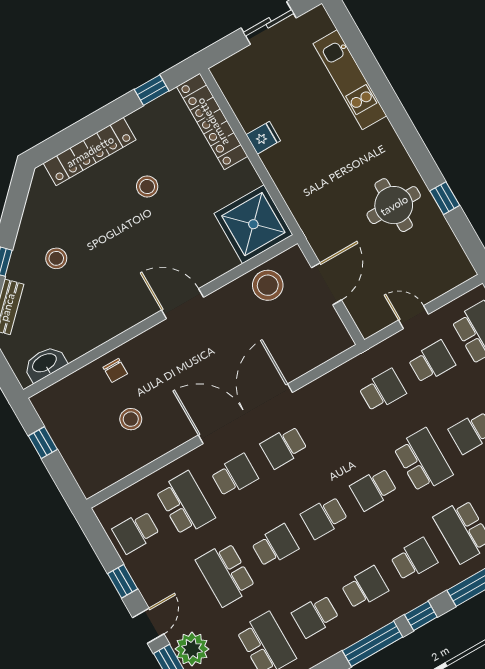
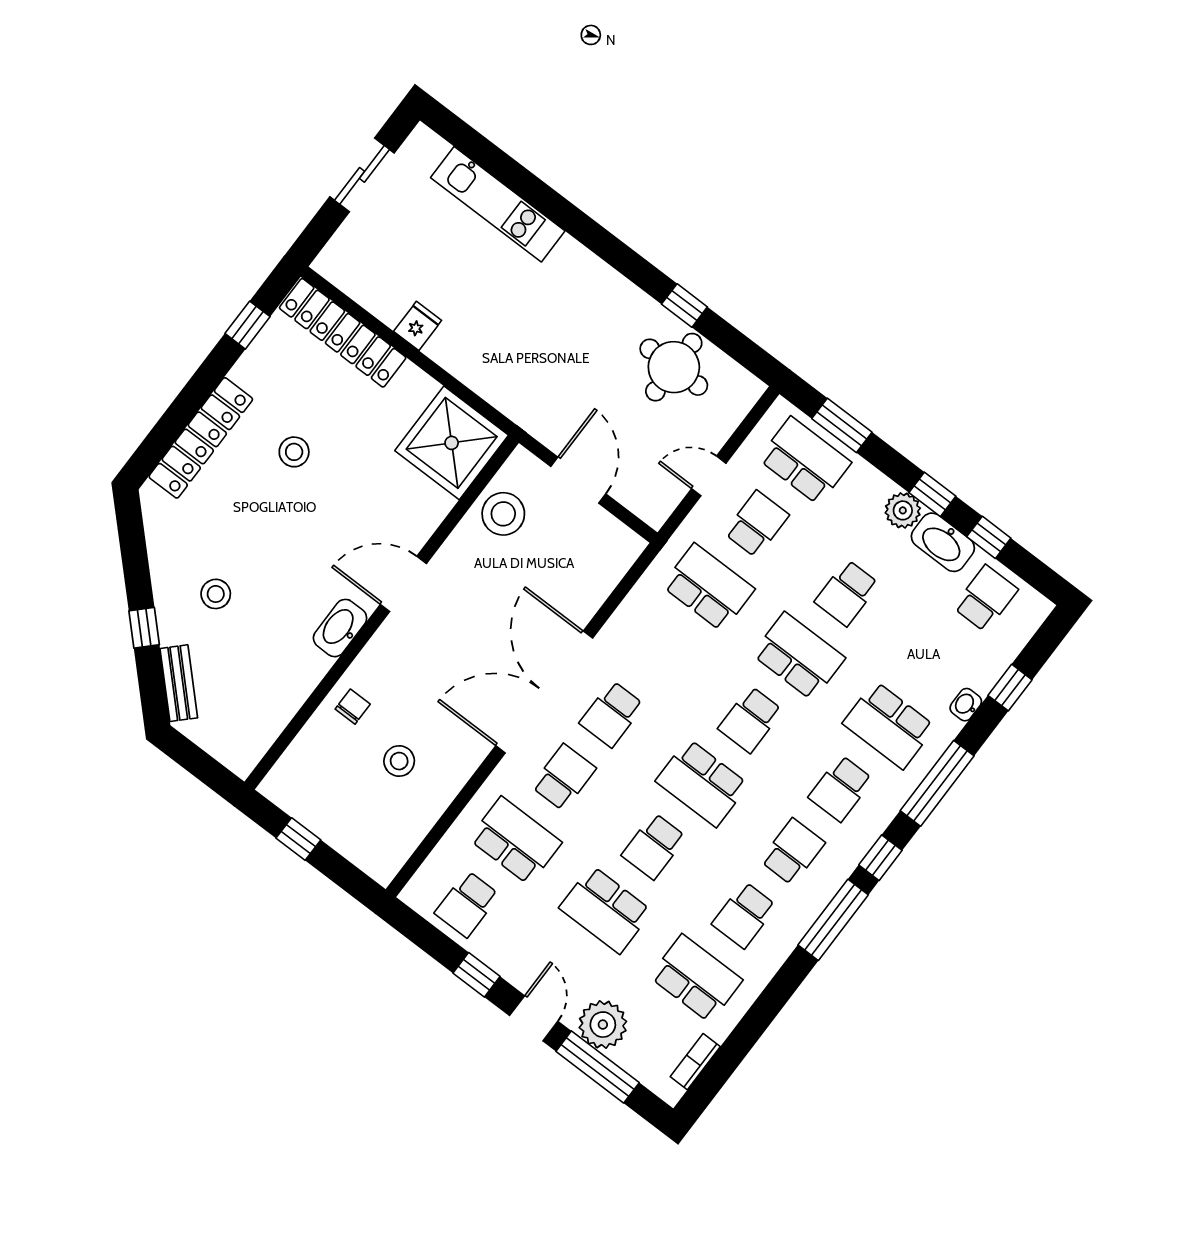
round table: (394, 205) -> (674, 367), moved
washbasin: (45, 363) -> (340, 628), moved
chair: (115, 370) -> (353, 707), turned -90
school desk: (382, 390) -> (708, 587), width x1.85
school desk: (324, 517) -> (702, 783), width x1.85
school desk: (275, 546) -> (654, 846), turned 180
school desk: (414, 559) -> (841, 788), turned 180

